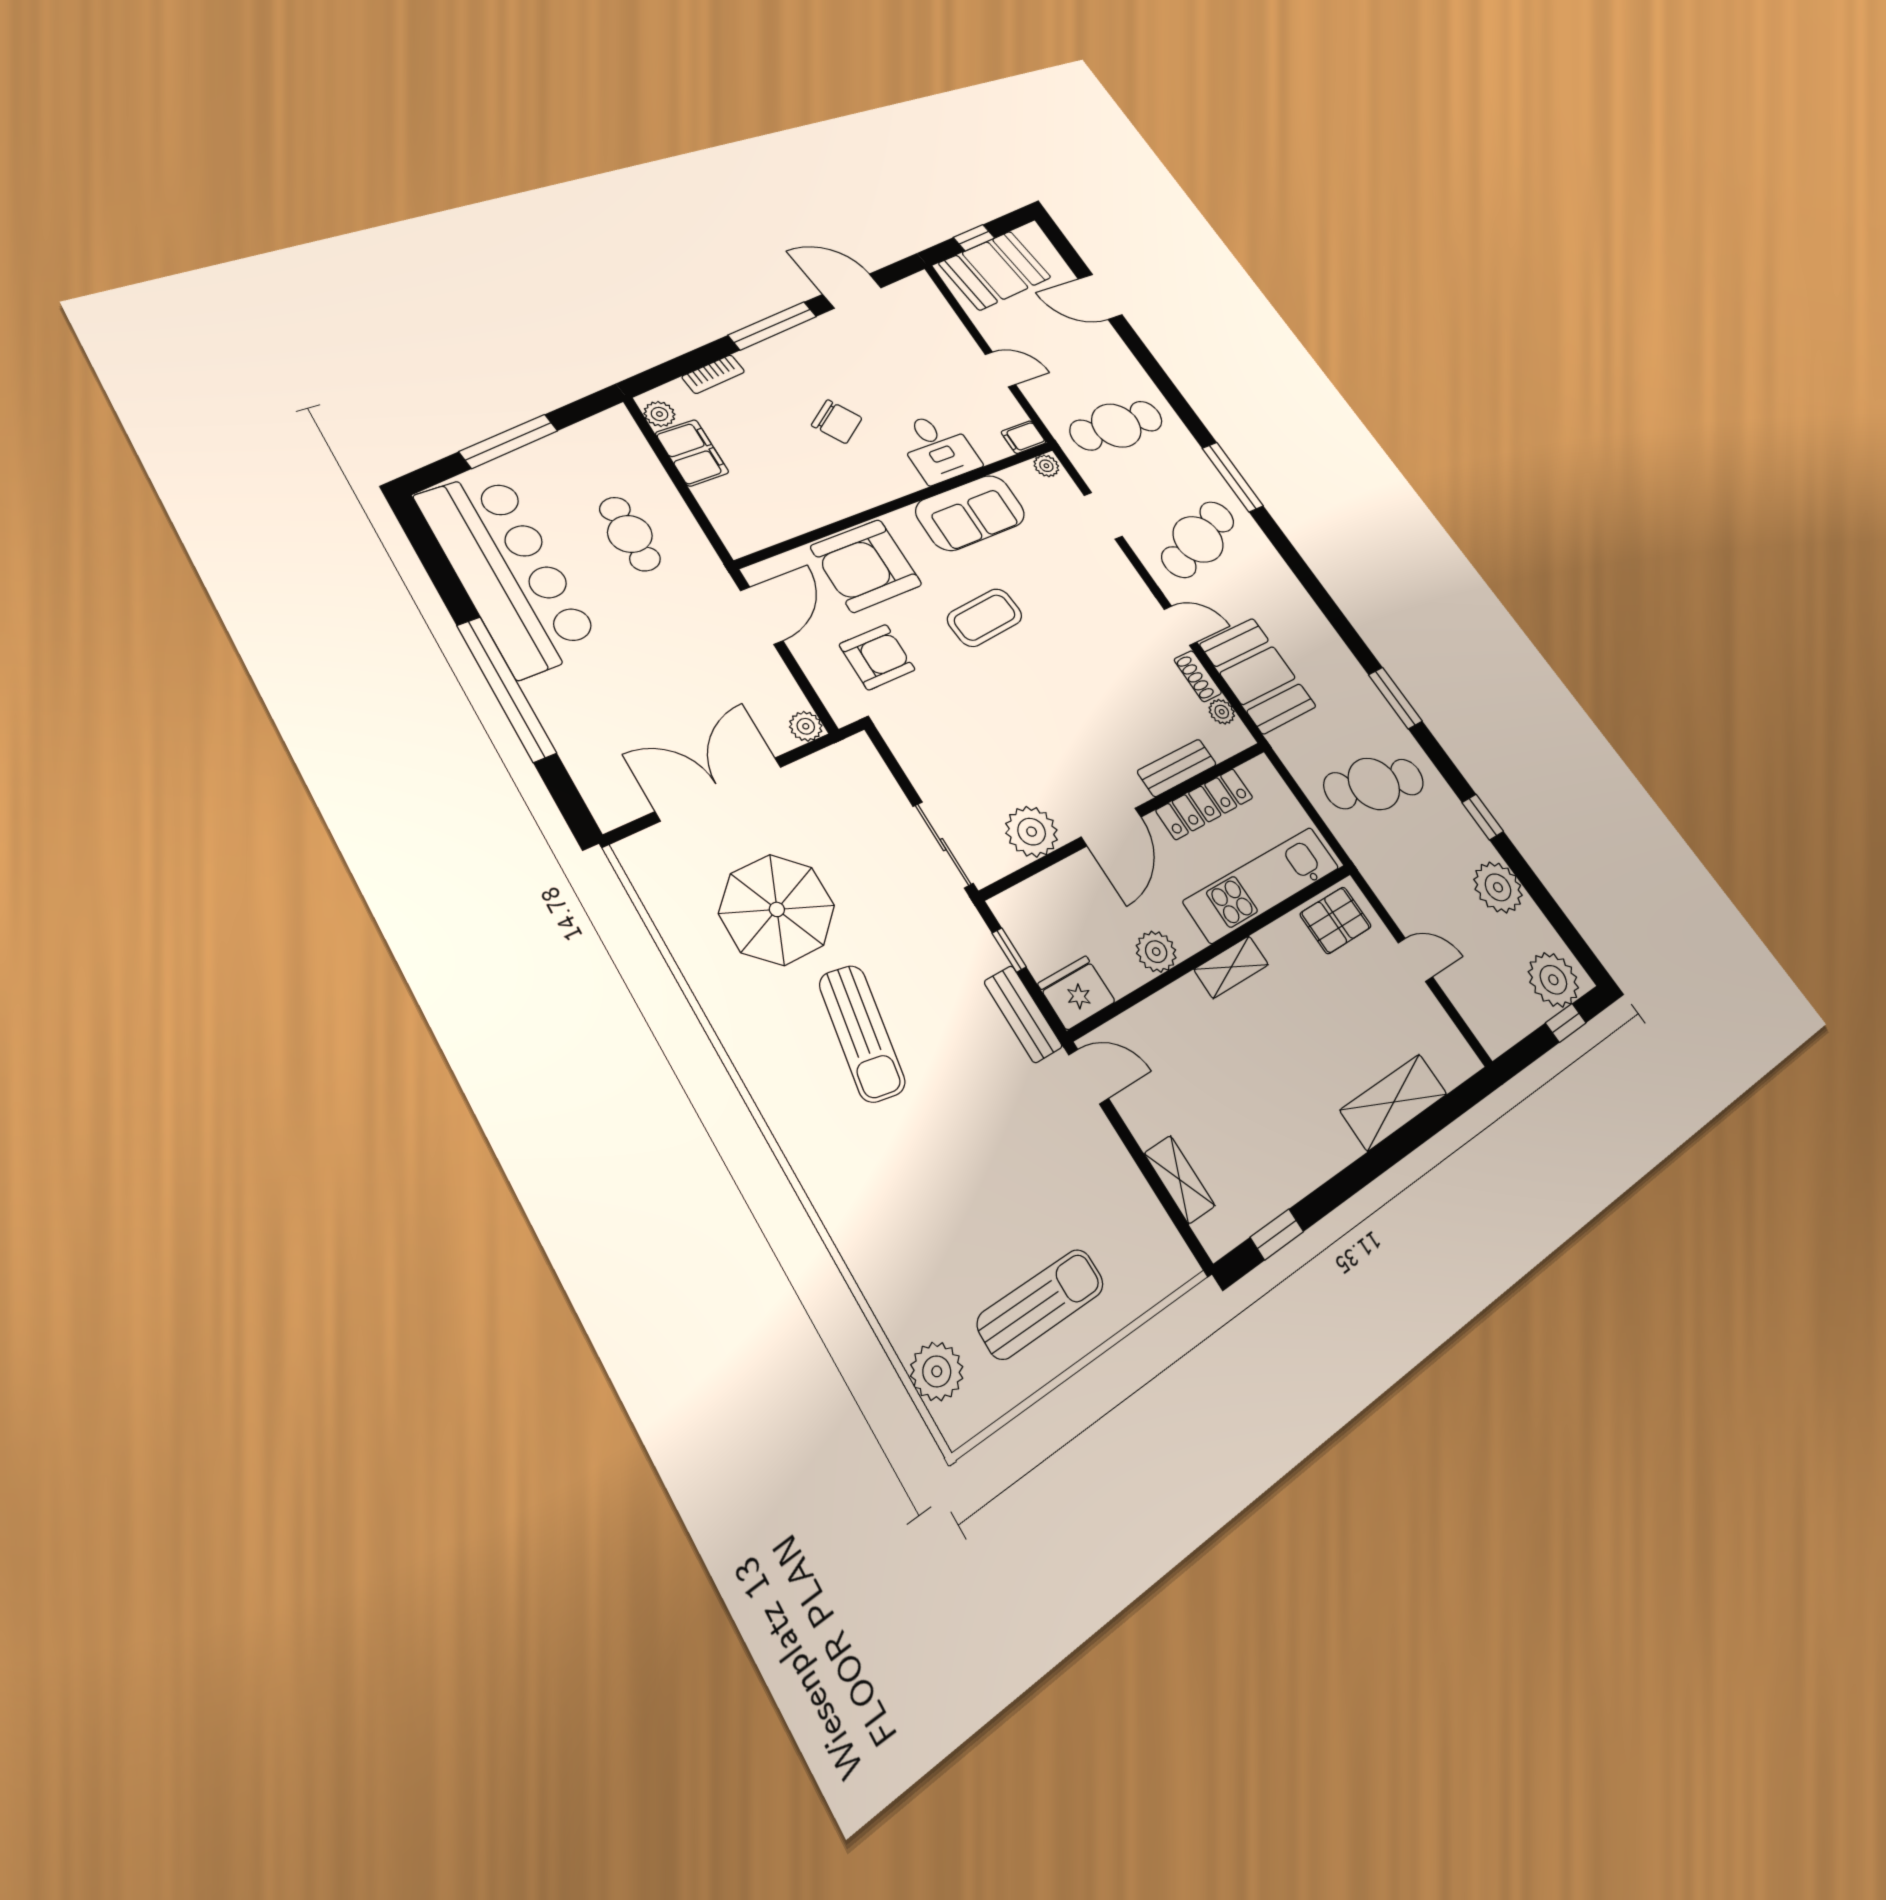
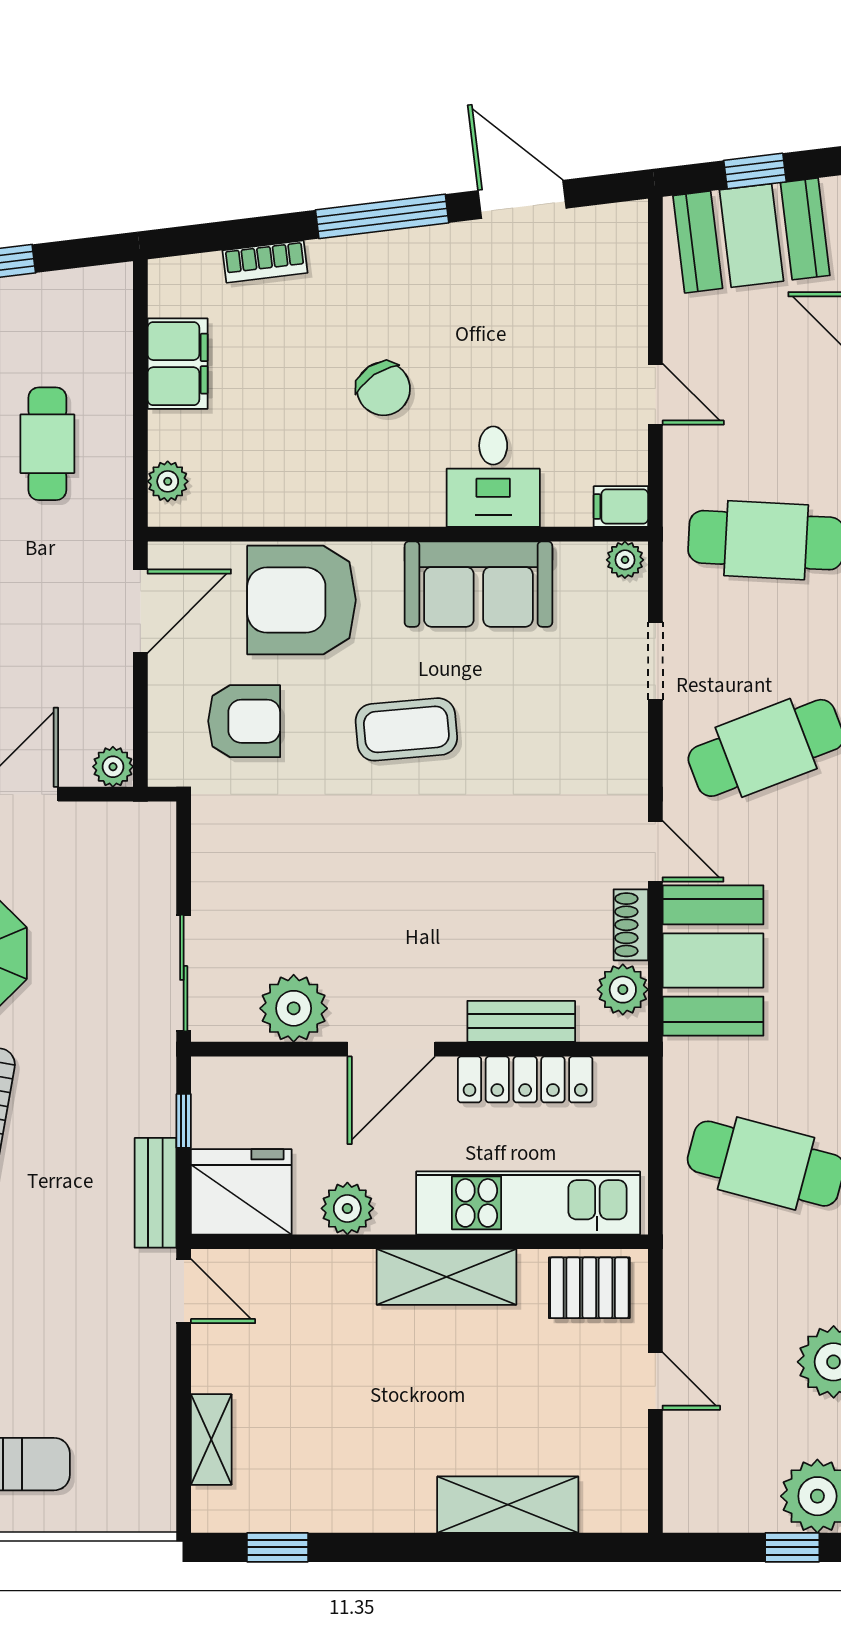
plant: (659, 414) -> (168, 481), moved
plant: (1222, 712) -> (623, 990), width x1.38, depth x1.38
shelving: (1231, 967) -> (446, 1277), width x1.50, depth x1.33
fridge: (1077, 993) -> (241, 1192), width x1.36, depth x1.34

